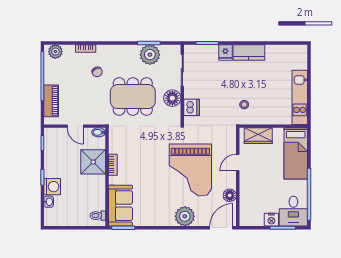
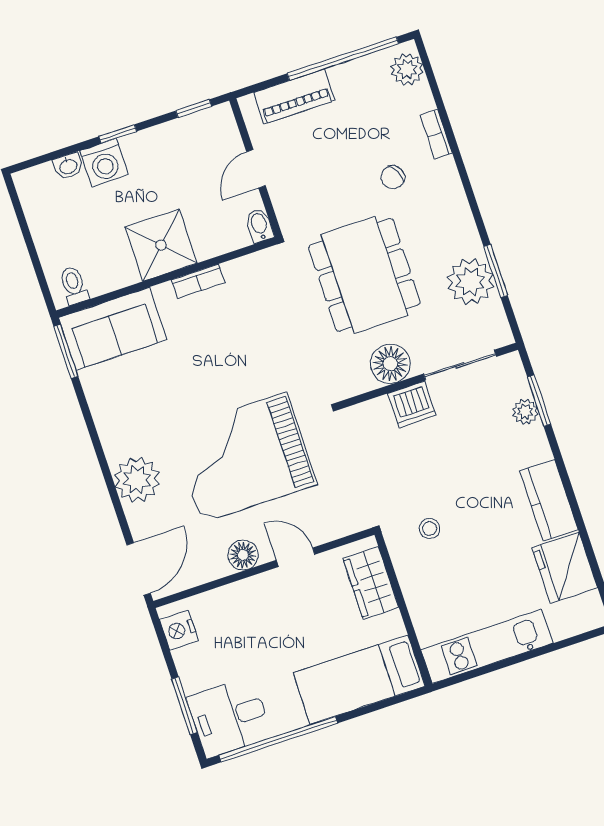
plant: (210, 50) -> (525, 412), added
fridge: (225, 52) -> (565, 568), moved, width x1.88, depth x1.34
dishwasher: (192, 107) -> (412, 404), moved
shower: (93, 162) -> (161, 245), moved
floor lamp: (230, 195) -> (243, 555), moved
nightstand: (271, 220) -> (179, 630), moved
door: (221, 228) -> (139, 569), hinge flipped

